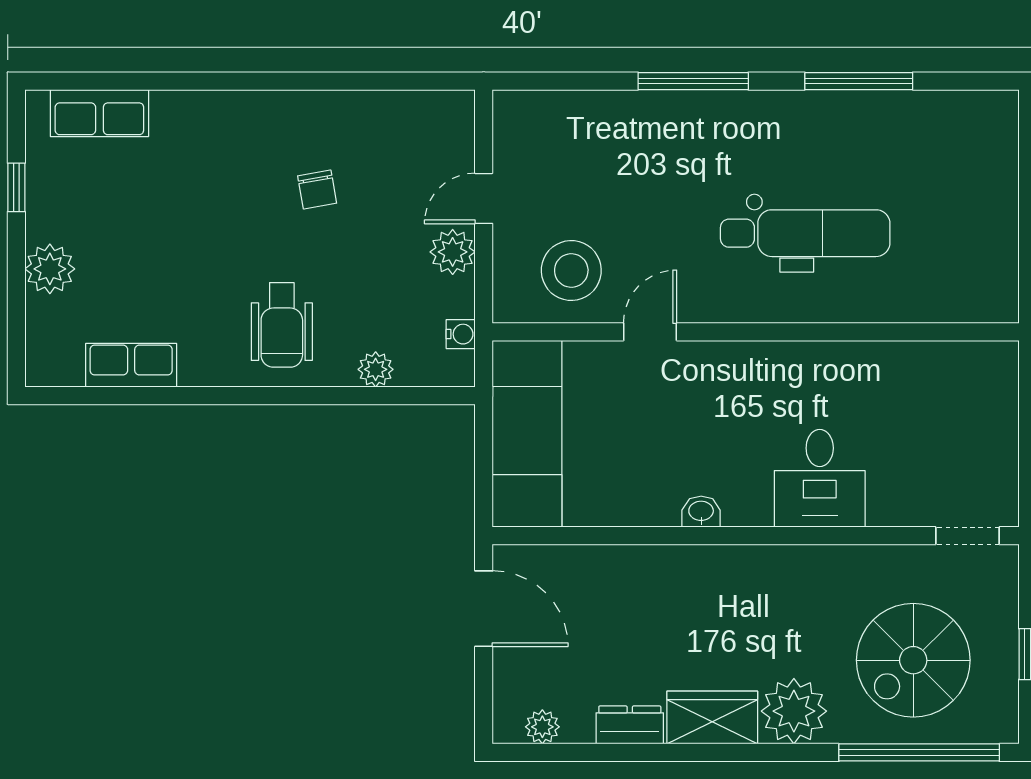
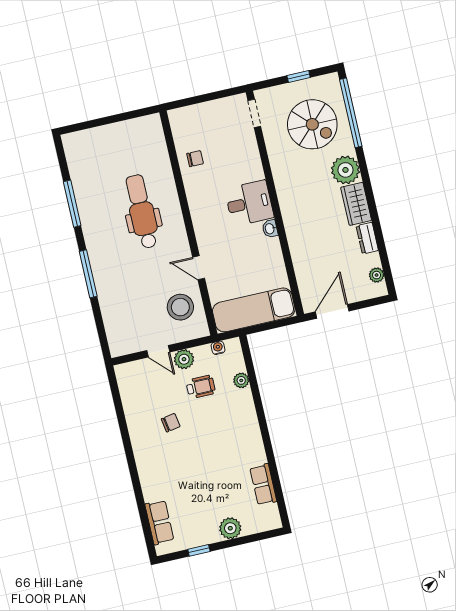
wheelchair: (282, 325) -> (201, 387), moved, width x0.73, depth x0.73
chair: (896, 380) -> (195, 159), added
desk: (820, 478) -> (249, 203), moved

